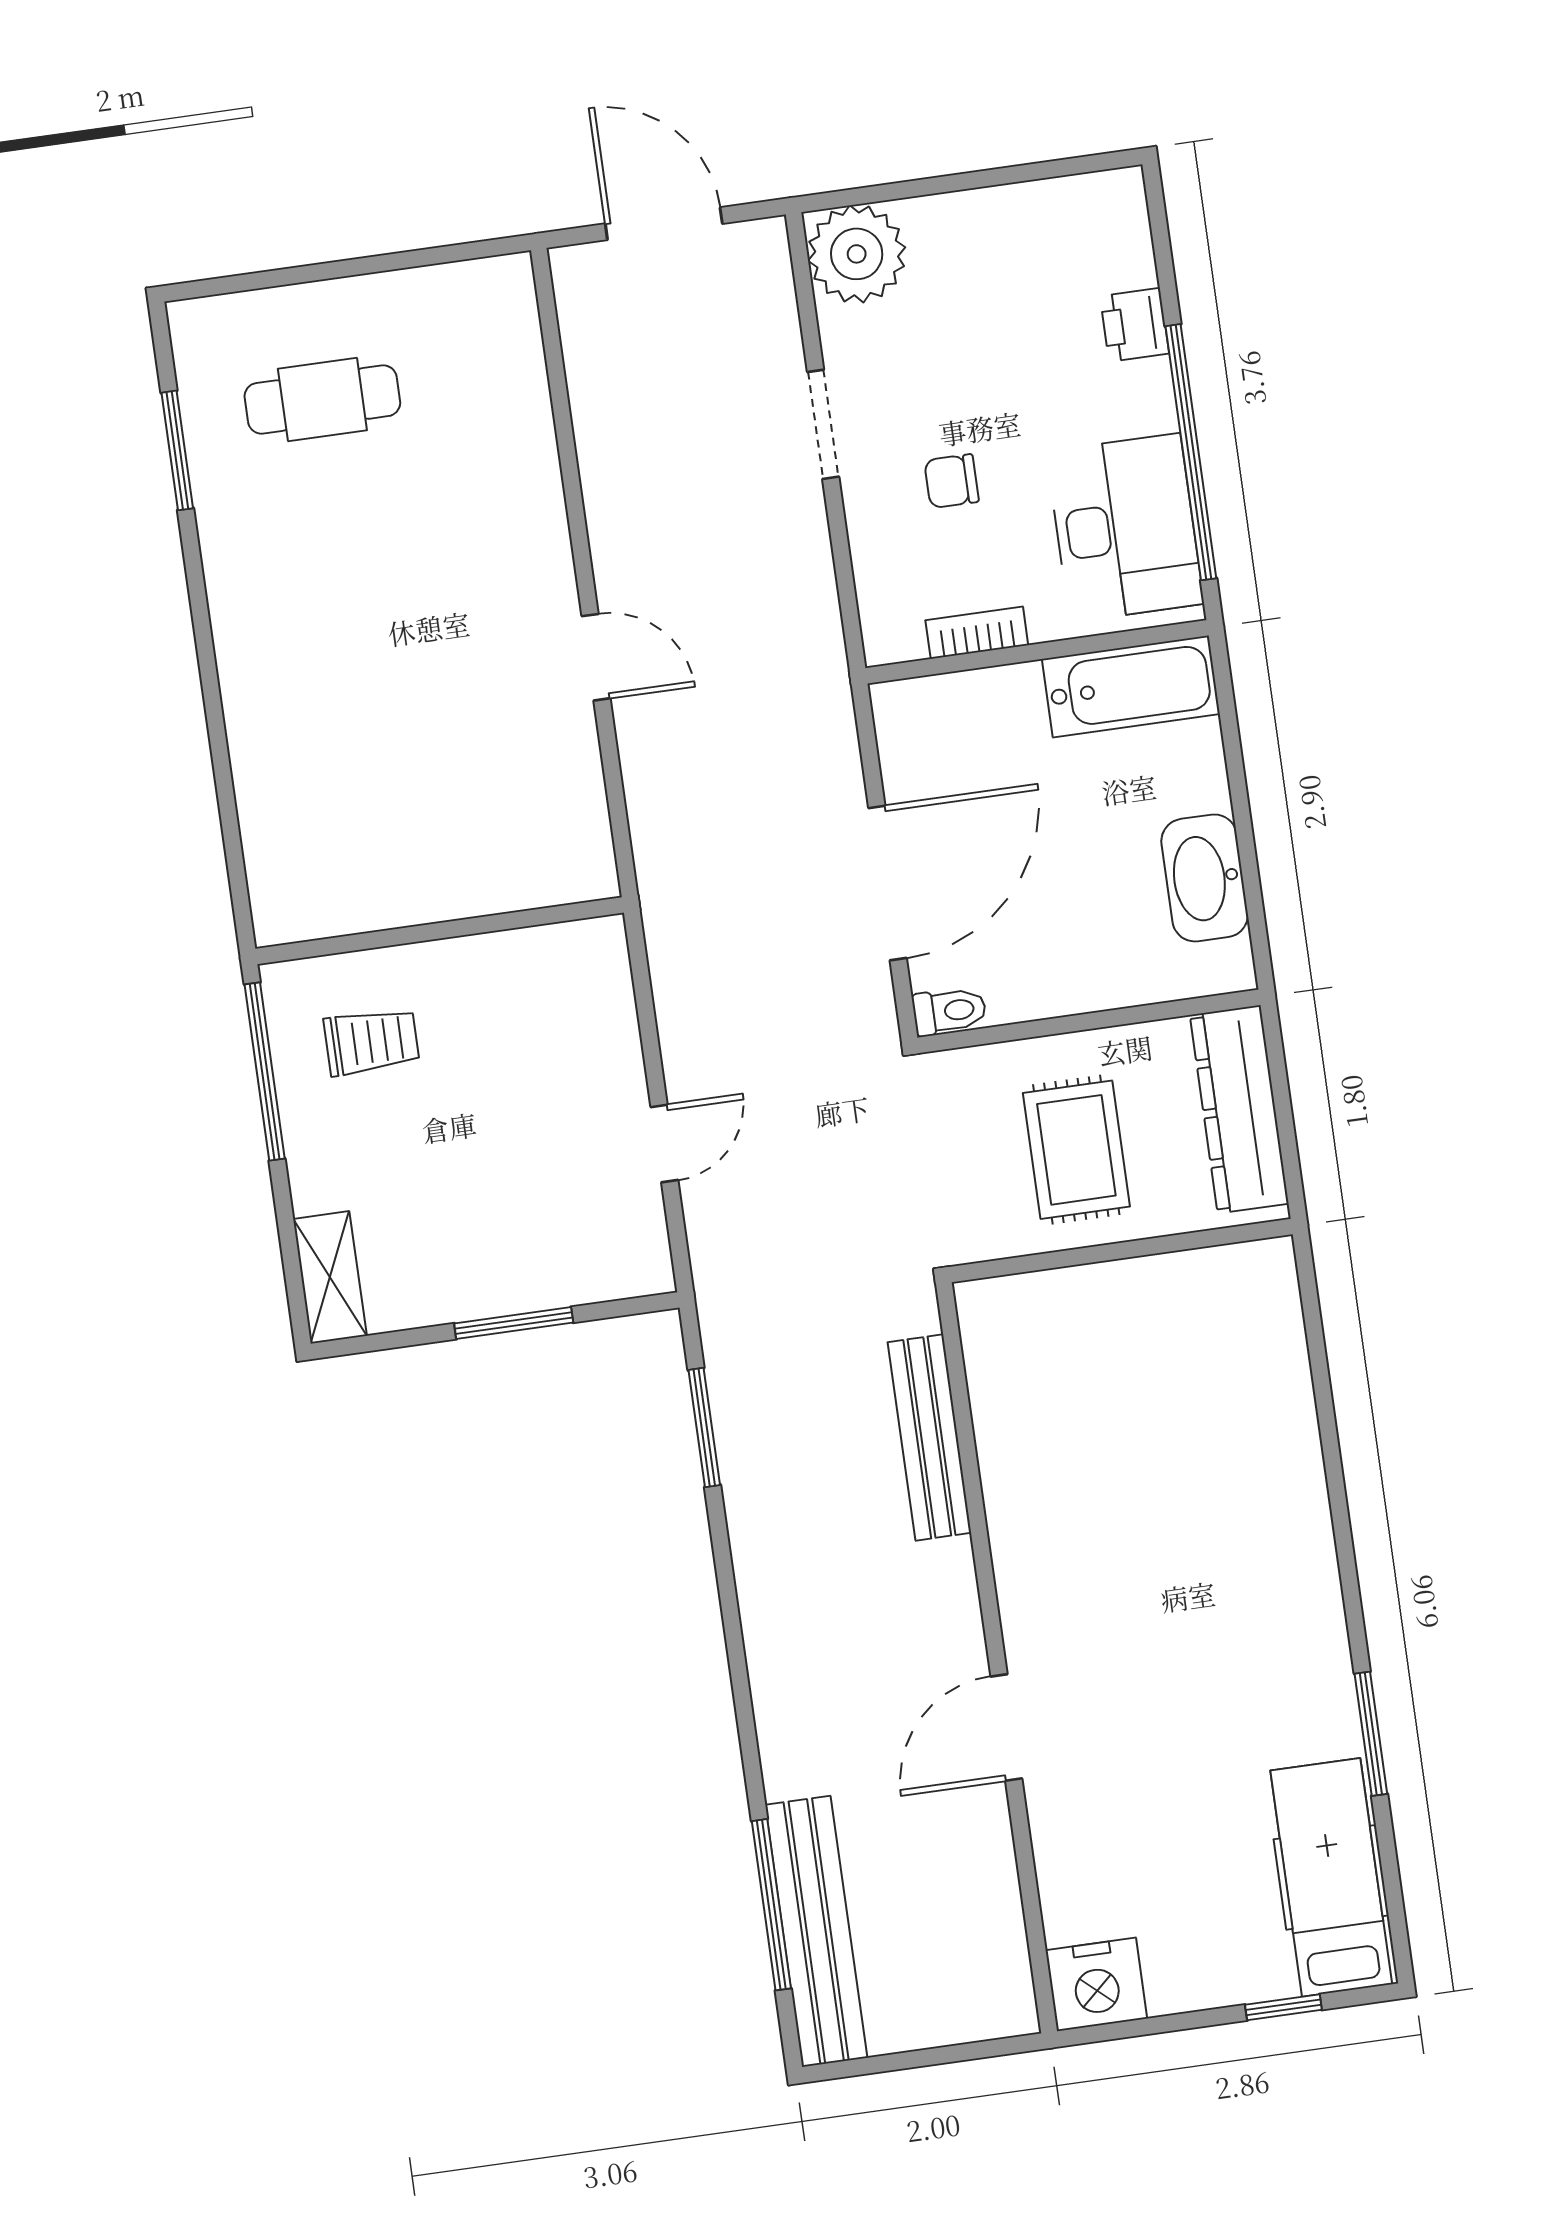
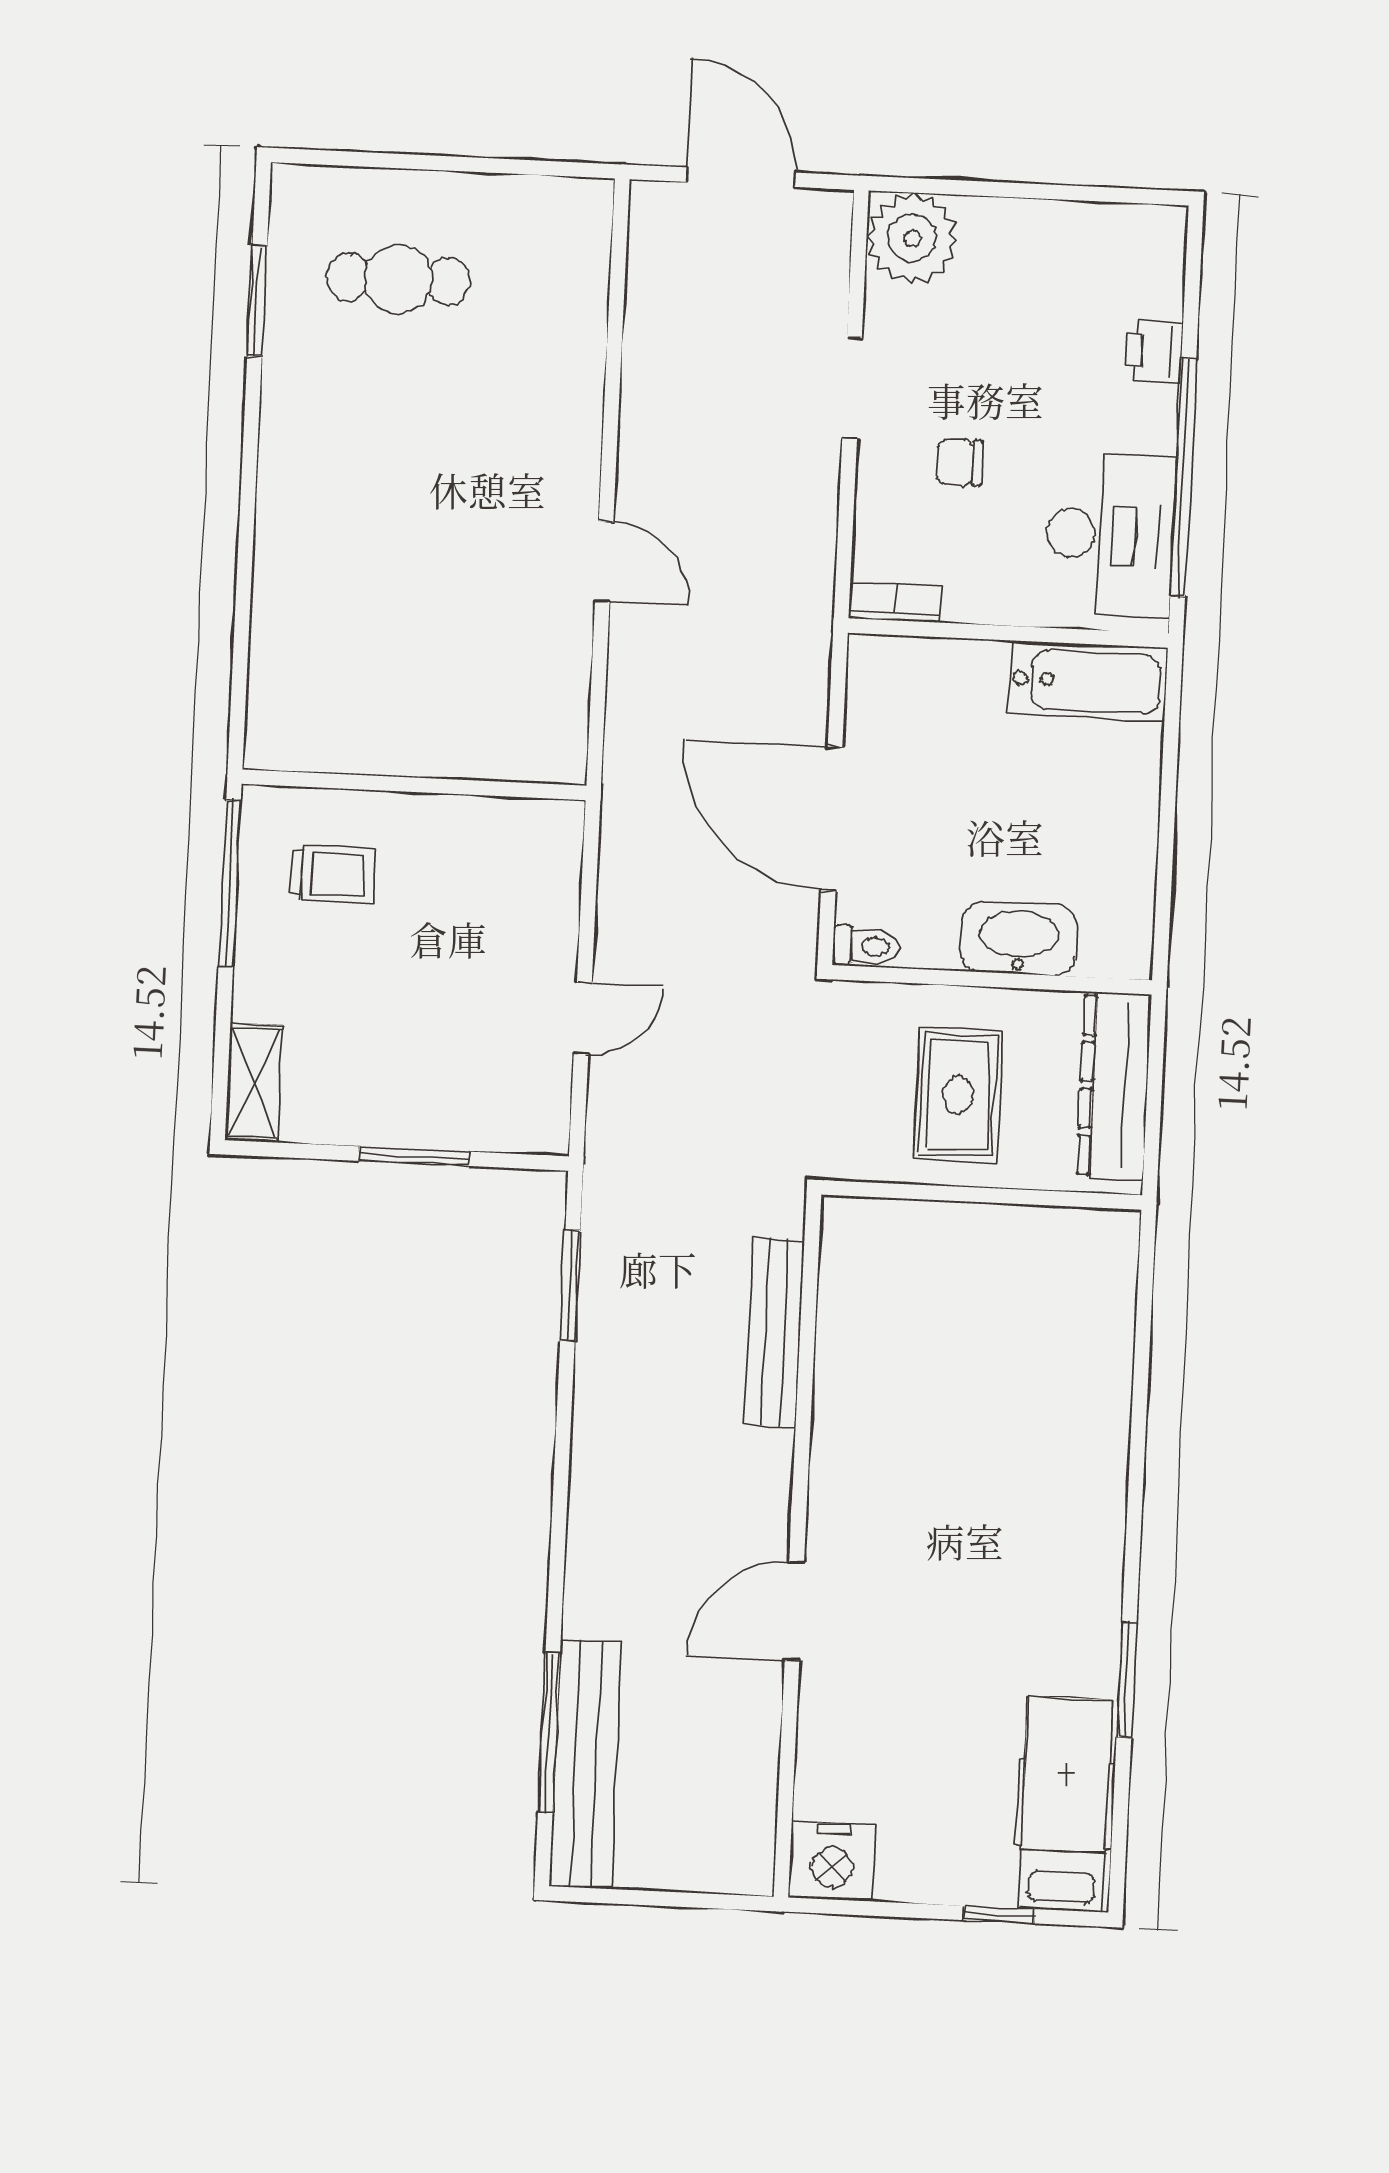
bookcase: (977, 633) -> (895, 602), moved
washbasin: (1205, 878) -> (1019, 939), moved, turned 90
door: (888, 883) -> (832, 819), swing flipped

